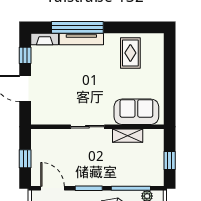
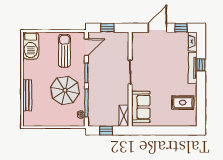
window: (77, 27) -> (201, 65), width x0.32
shelving: (128, 136) -> (124, 116), moved

